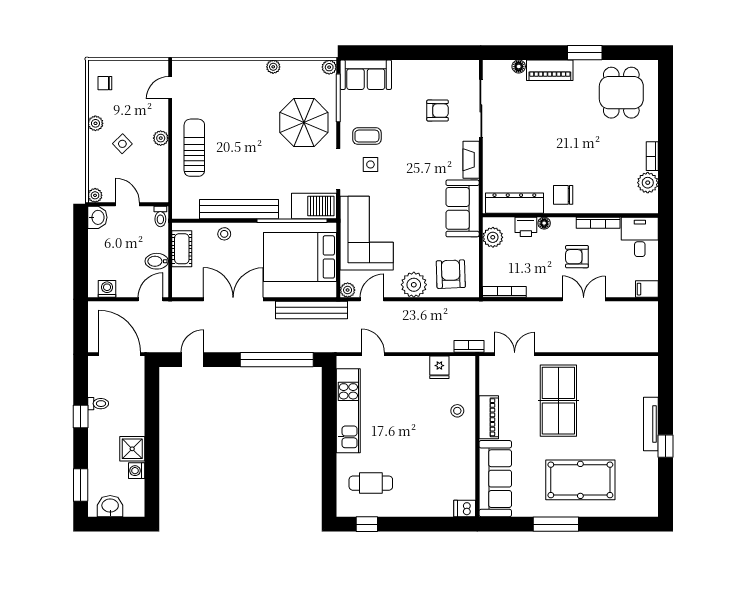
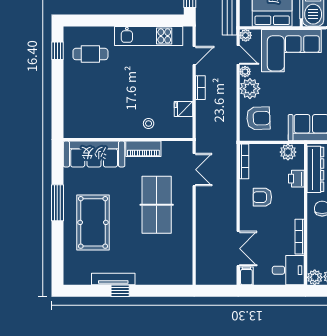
plant: (649, 204) -> (315, 277), added
floor lamp: (544, 223) -> (299, 193), removed
armchair: (577, 257) -> (262, 197), moved, turned -90
plant: (393, 291) -> (245, 72), added
double door: (584, 299) -> (238, 249), moved
bookcase: (469, 346) -> (200, 88), moved
table tennis table: (558, 401) -> (157, 205), turned 90
tv unit: (651, 424) -> (113, 279), moved
cafe table: (371, 483) -> (90, 54), turned 90
dishwasher: (465, 509) -> (70, 129), removed

